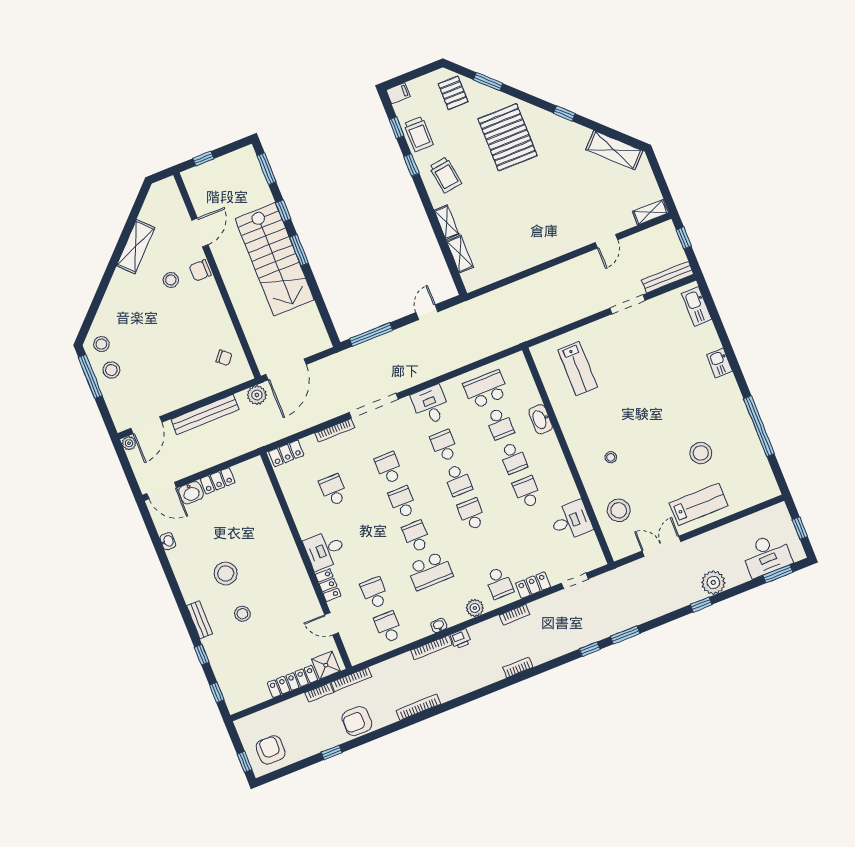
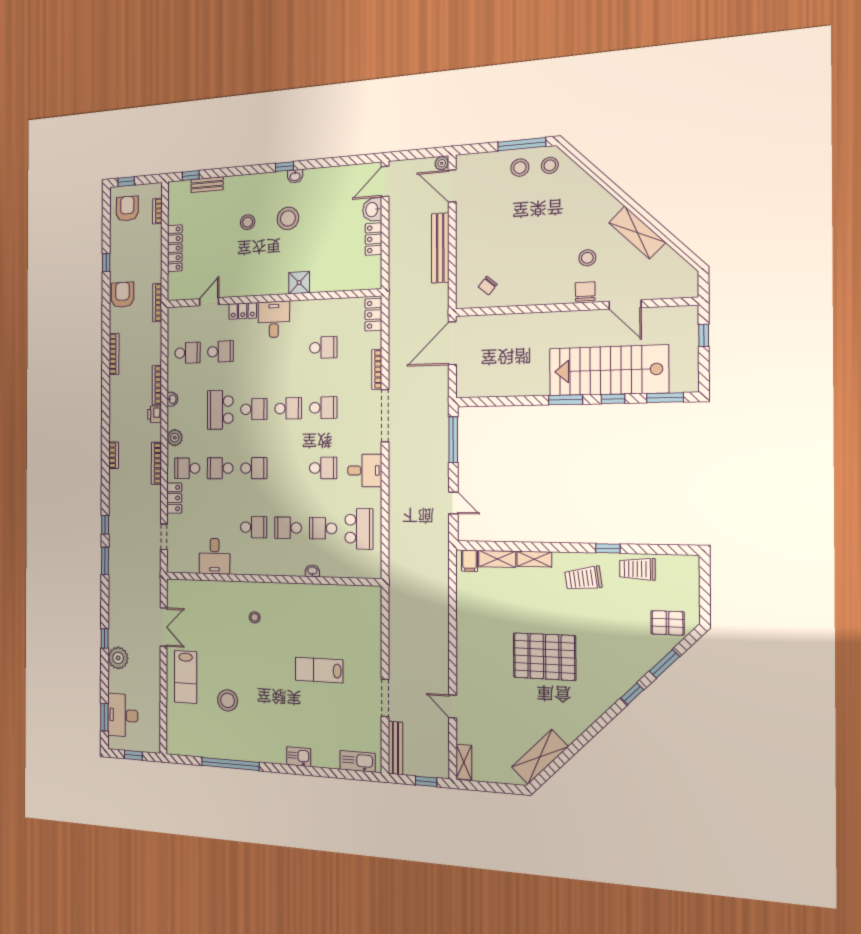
filing cabinet: (398, 93) -> (470, 561), moved
window: (564, 113) -> (632, 694), moved
window: (397, 128) -> (654, 549), removed
pallet: (508, 137) -> (544, 657), moved
stairs: (275, 259) -> (608, 370), moved
door: (286, 369) -> (452, 343), hinge flipped
lab bench: (578, 369) -> (319, 670), moved
plant: (257, 395) -> (439, 306), removed
washbasin: (541, 419) -> (312, 571), width x0.52, depth x0.69
school desk: (458, 480) -> (220, 468), moved
stool: (619, 510) -> (207, 603), removed
washbasin: (168, 541) -> (295, 176), moved
bookcase: (515, 615) -> (156, 463), width x1.56
bench: (200, 620) -> (207, 185), moved
window: (202, 655) -> (285, 167), moved
shower: (326, 665) -> (299, 283), moved
bookcase: (319, 692) -> (157, 211), moved
armchair: (271, 750) -> (127, 209), turned -90

